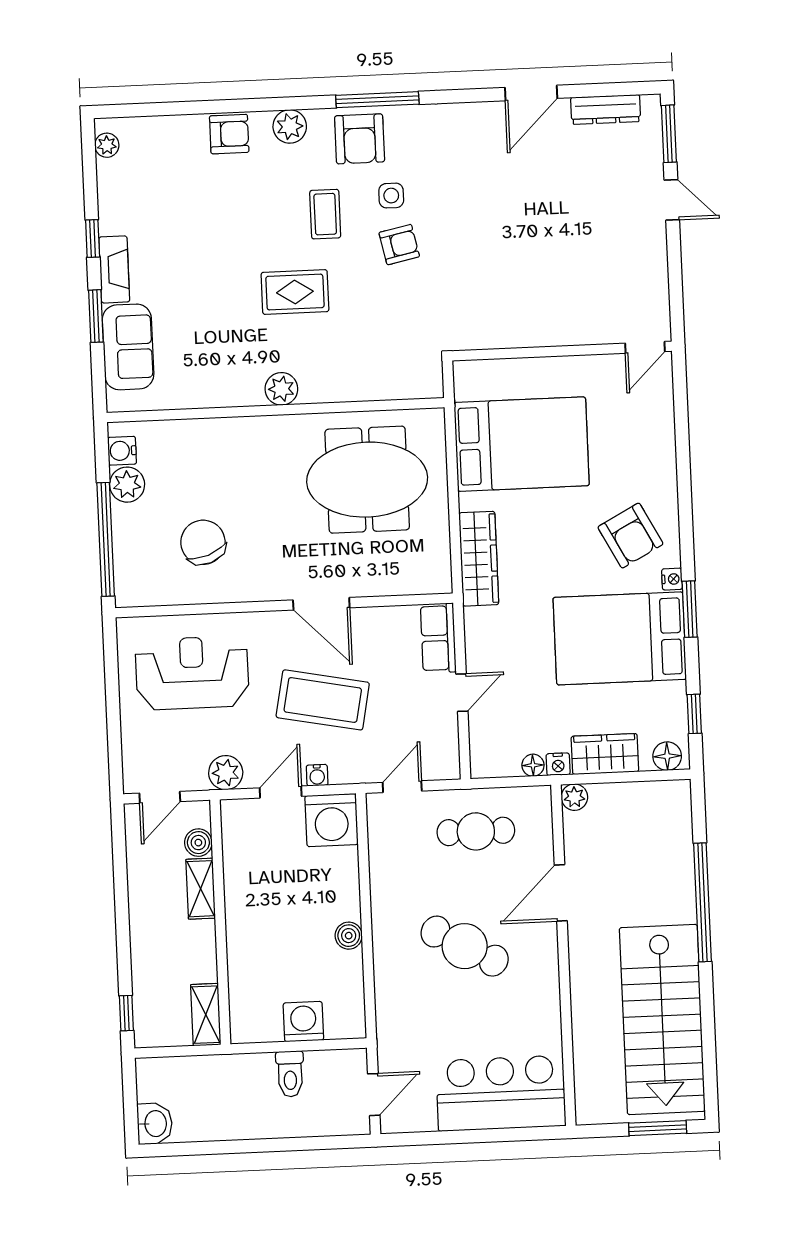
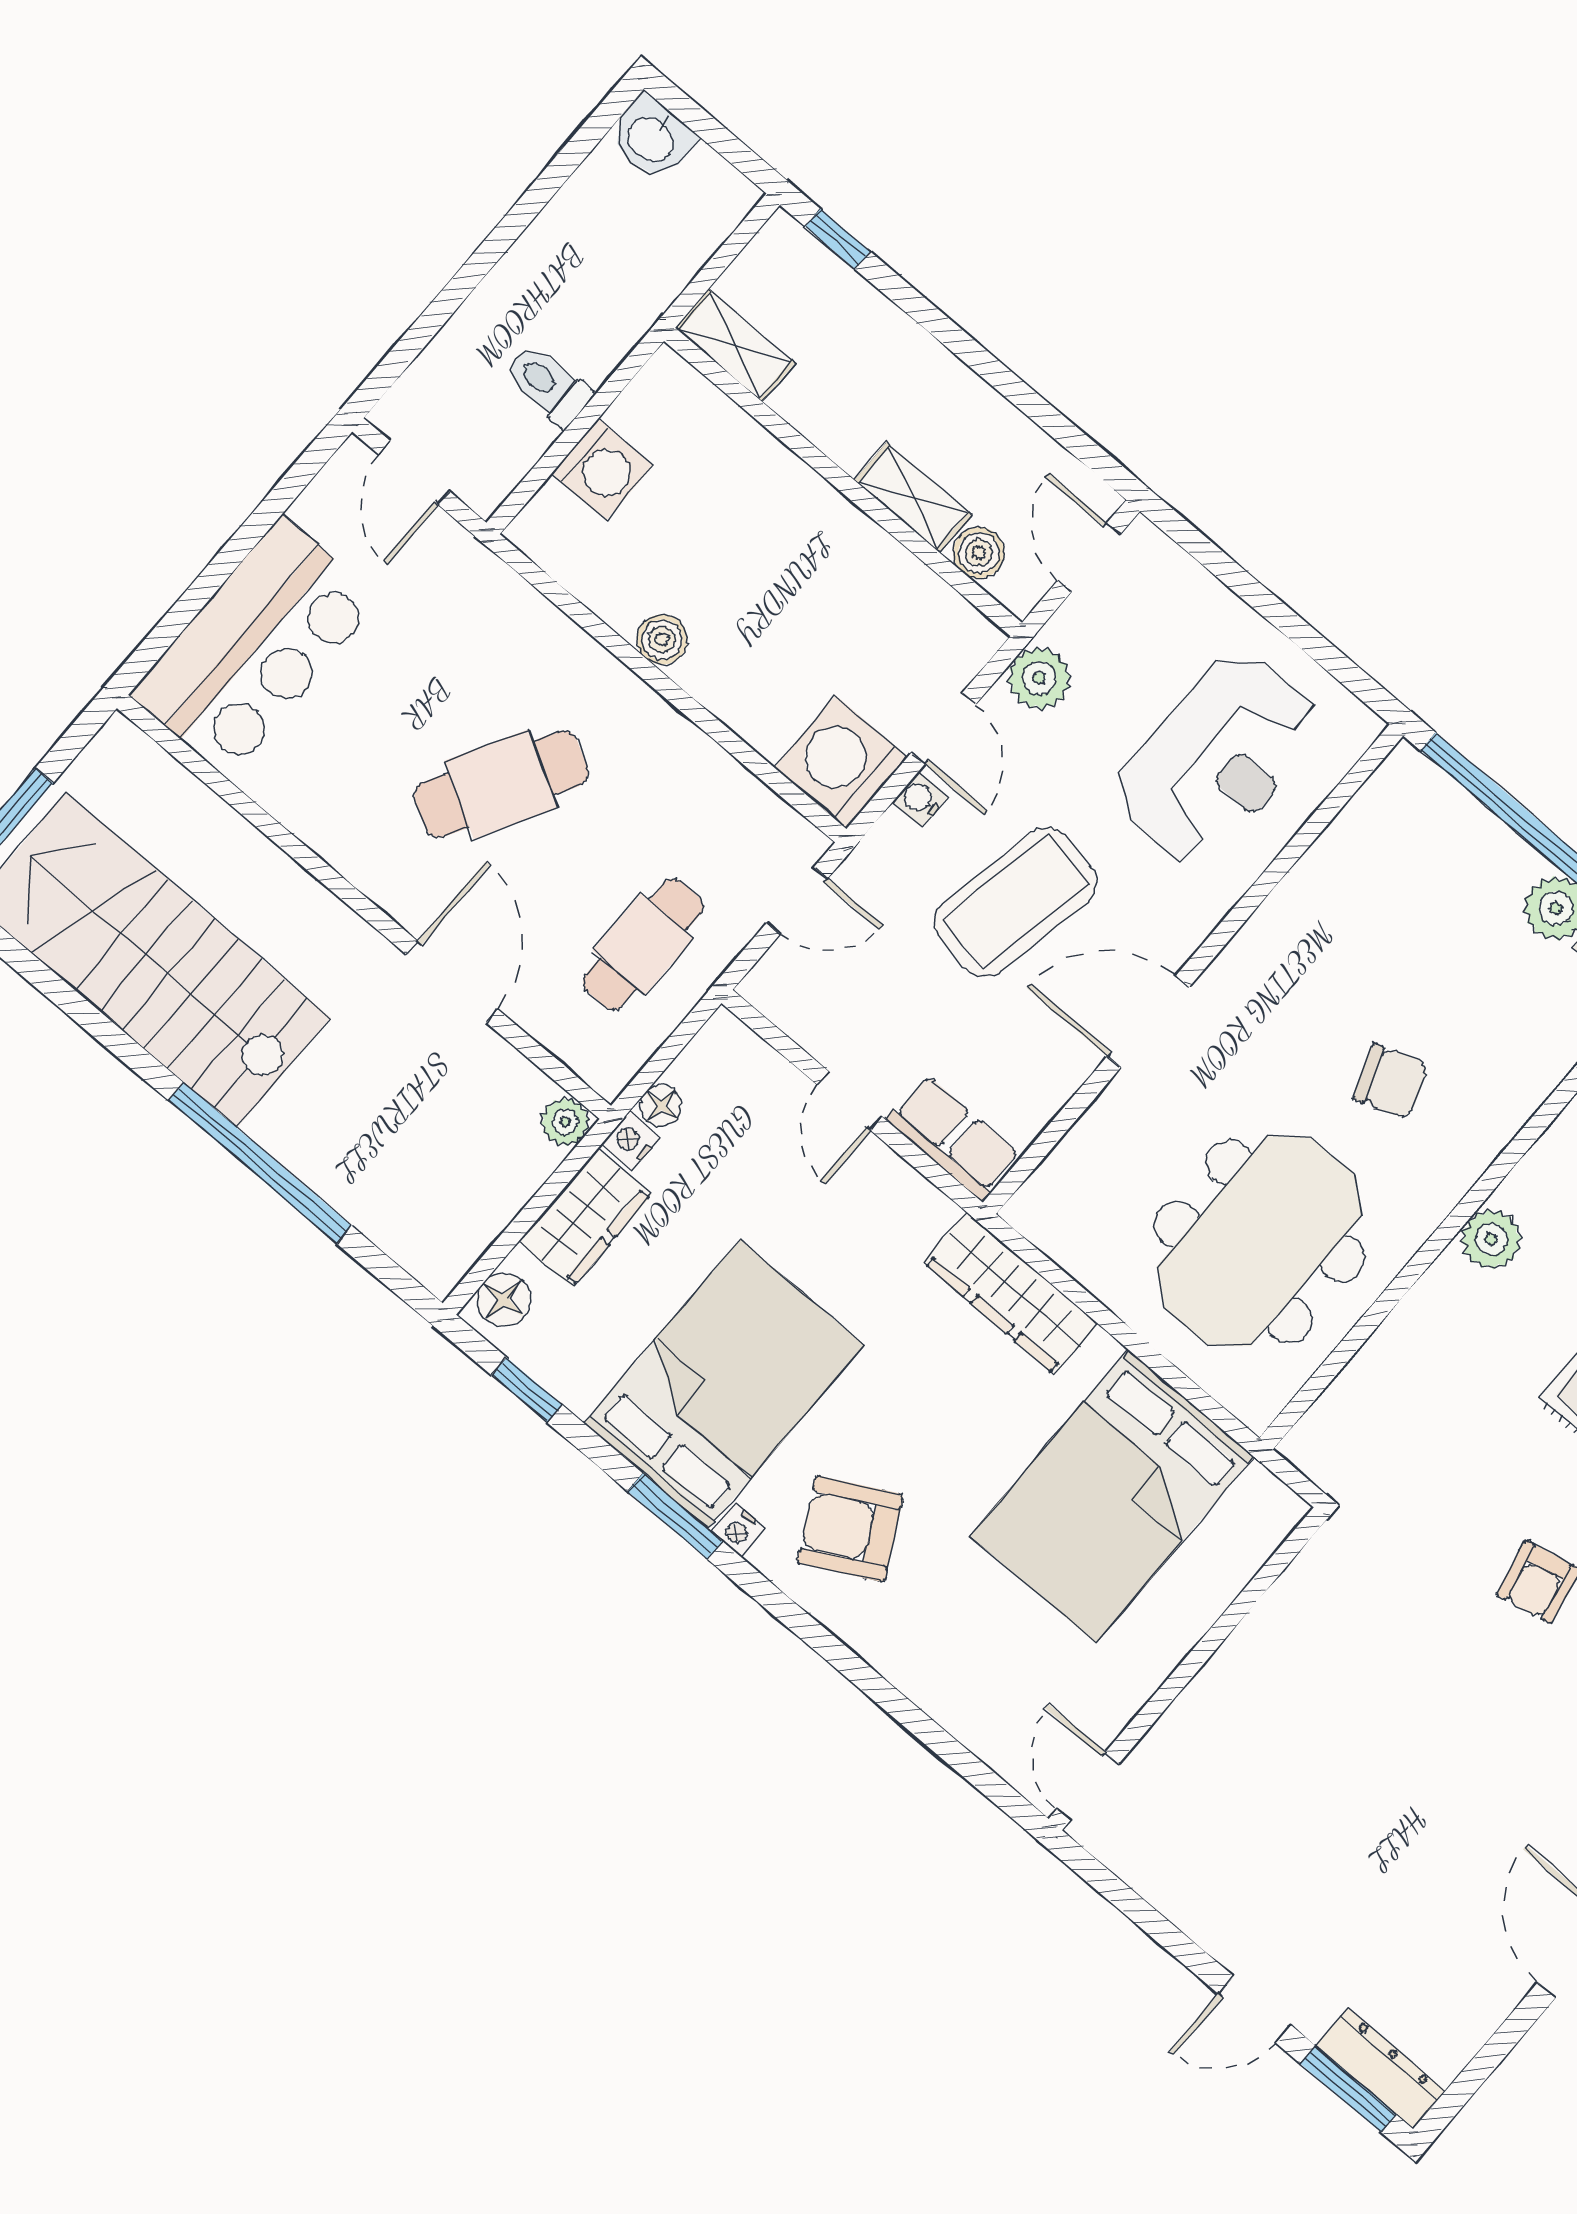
dresser: (606, 109) -> (1380, 2068), moved, turned 90
chair: (203, 542) -> (1391, 1081), moved, width x0.73, depth x0.73
door: (402, 787) -> (797, 901), hinge flipped

